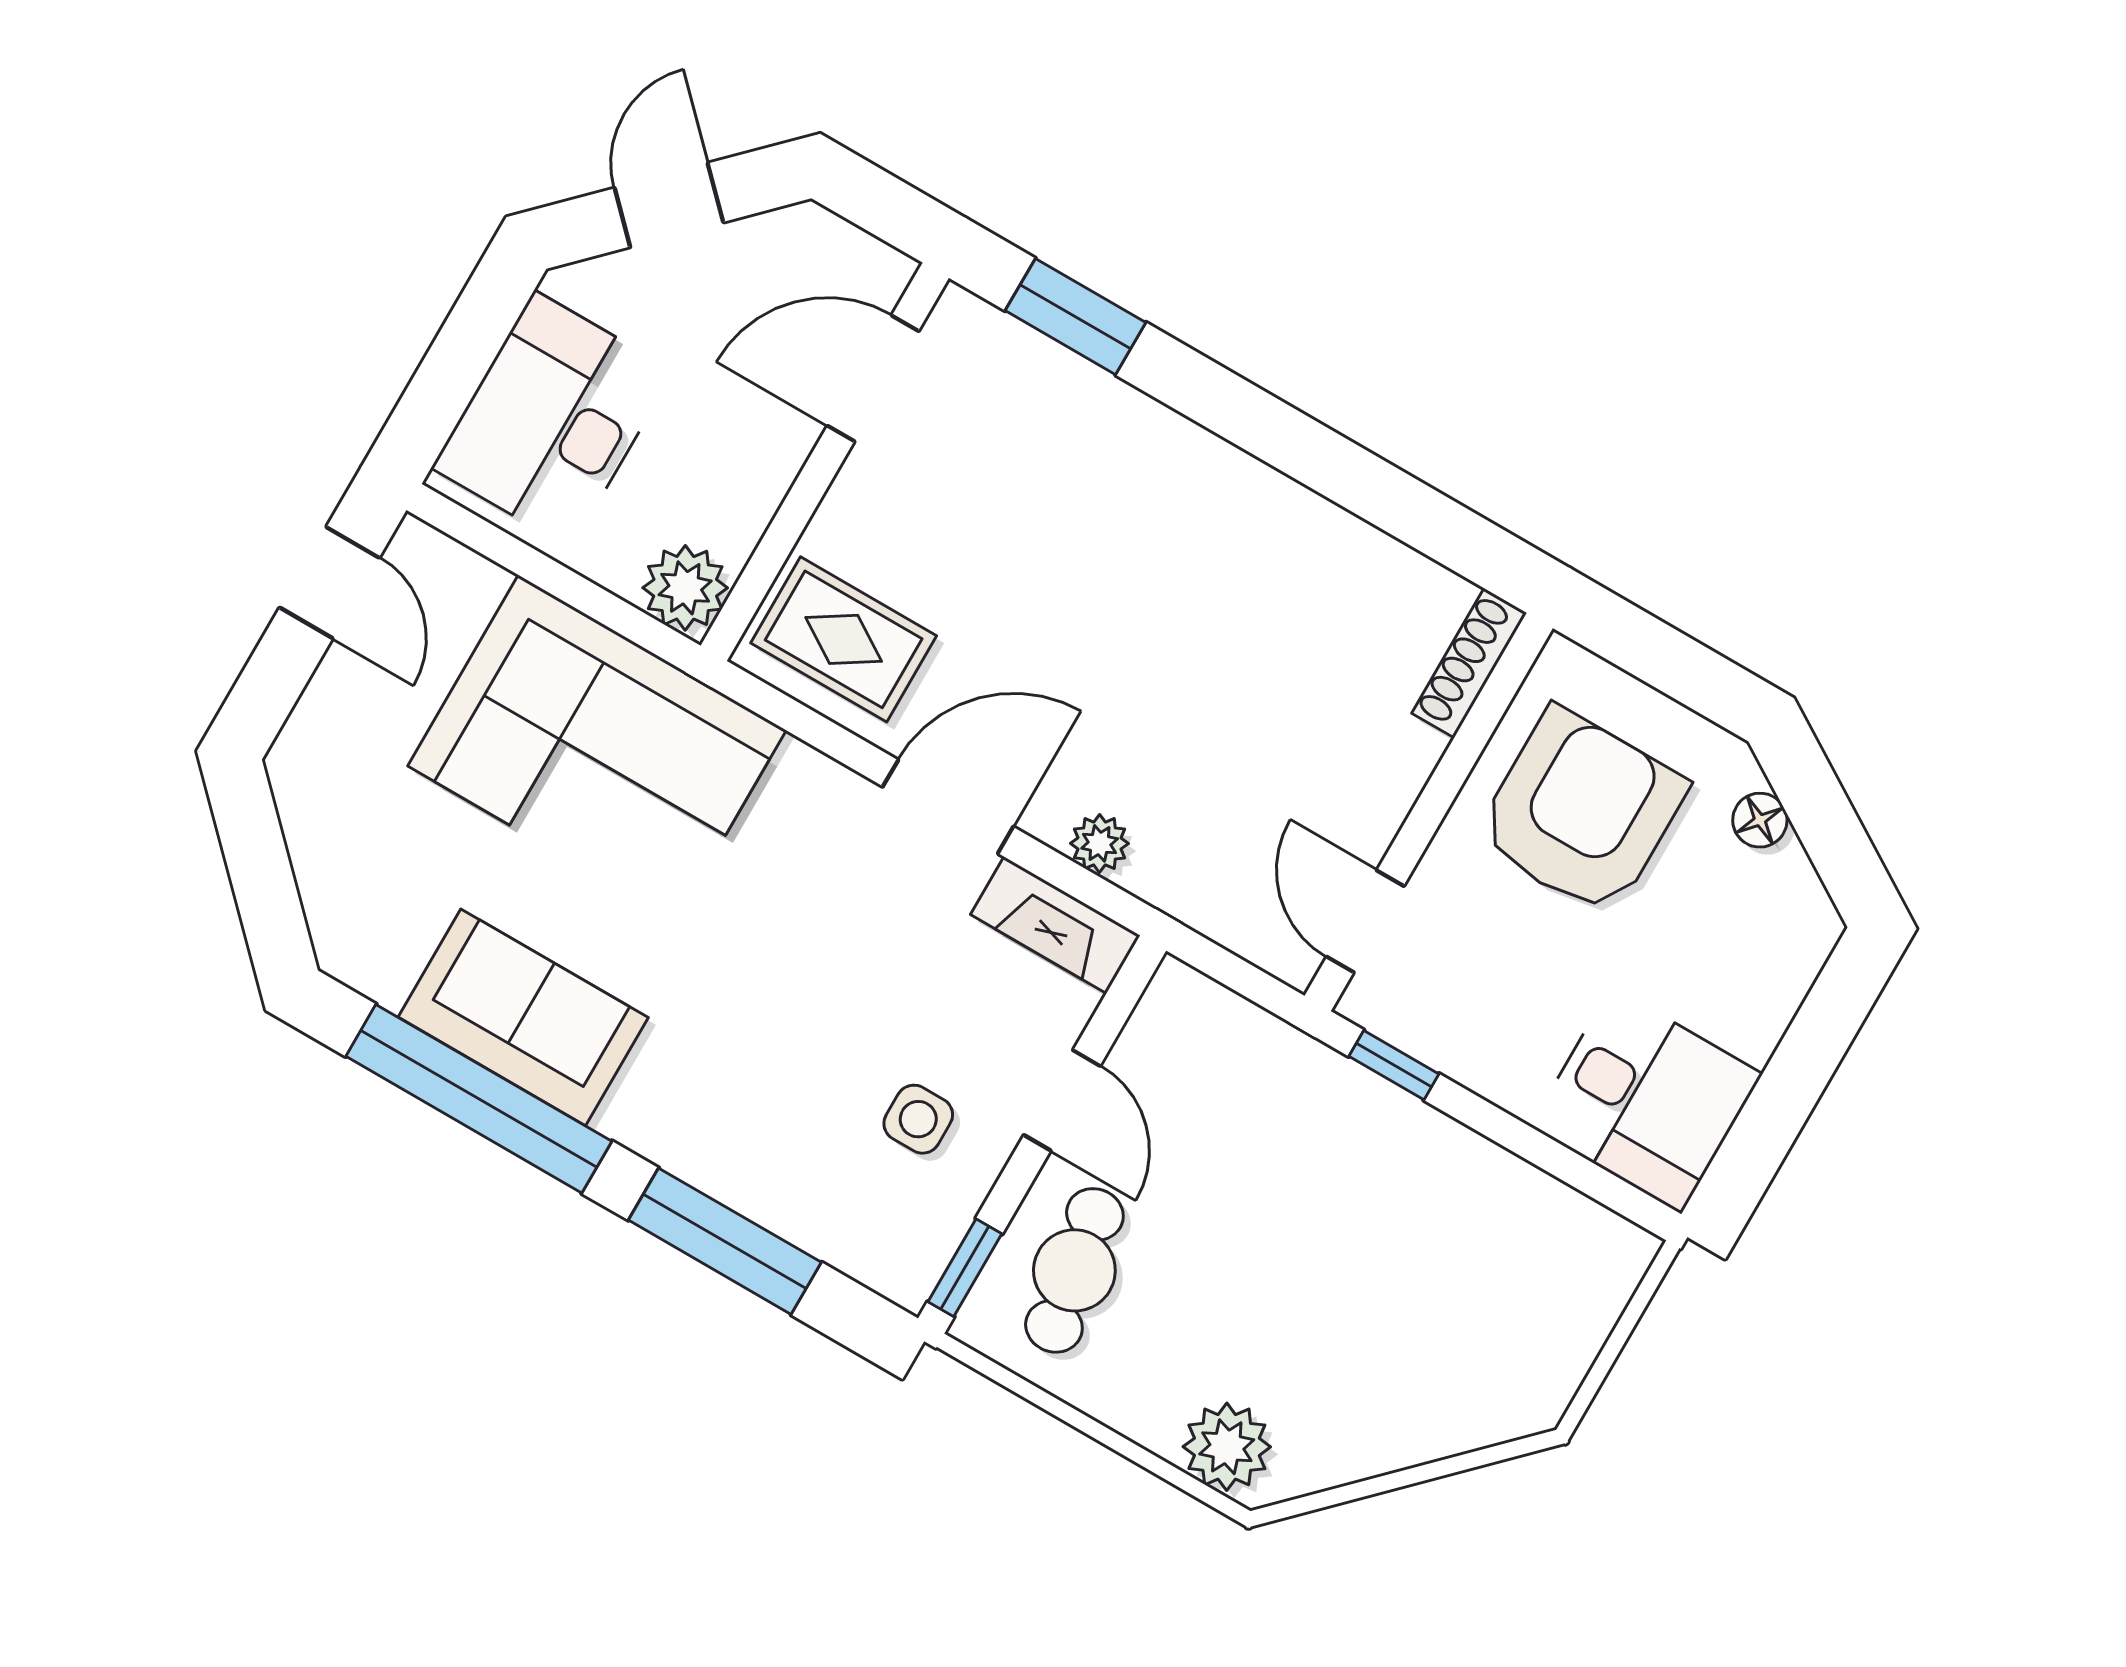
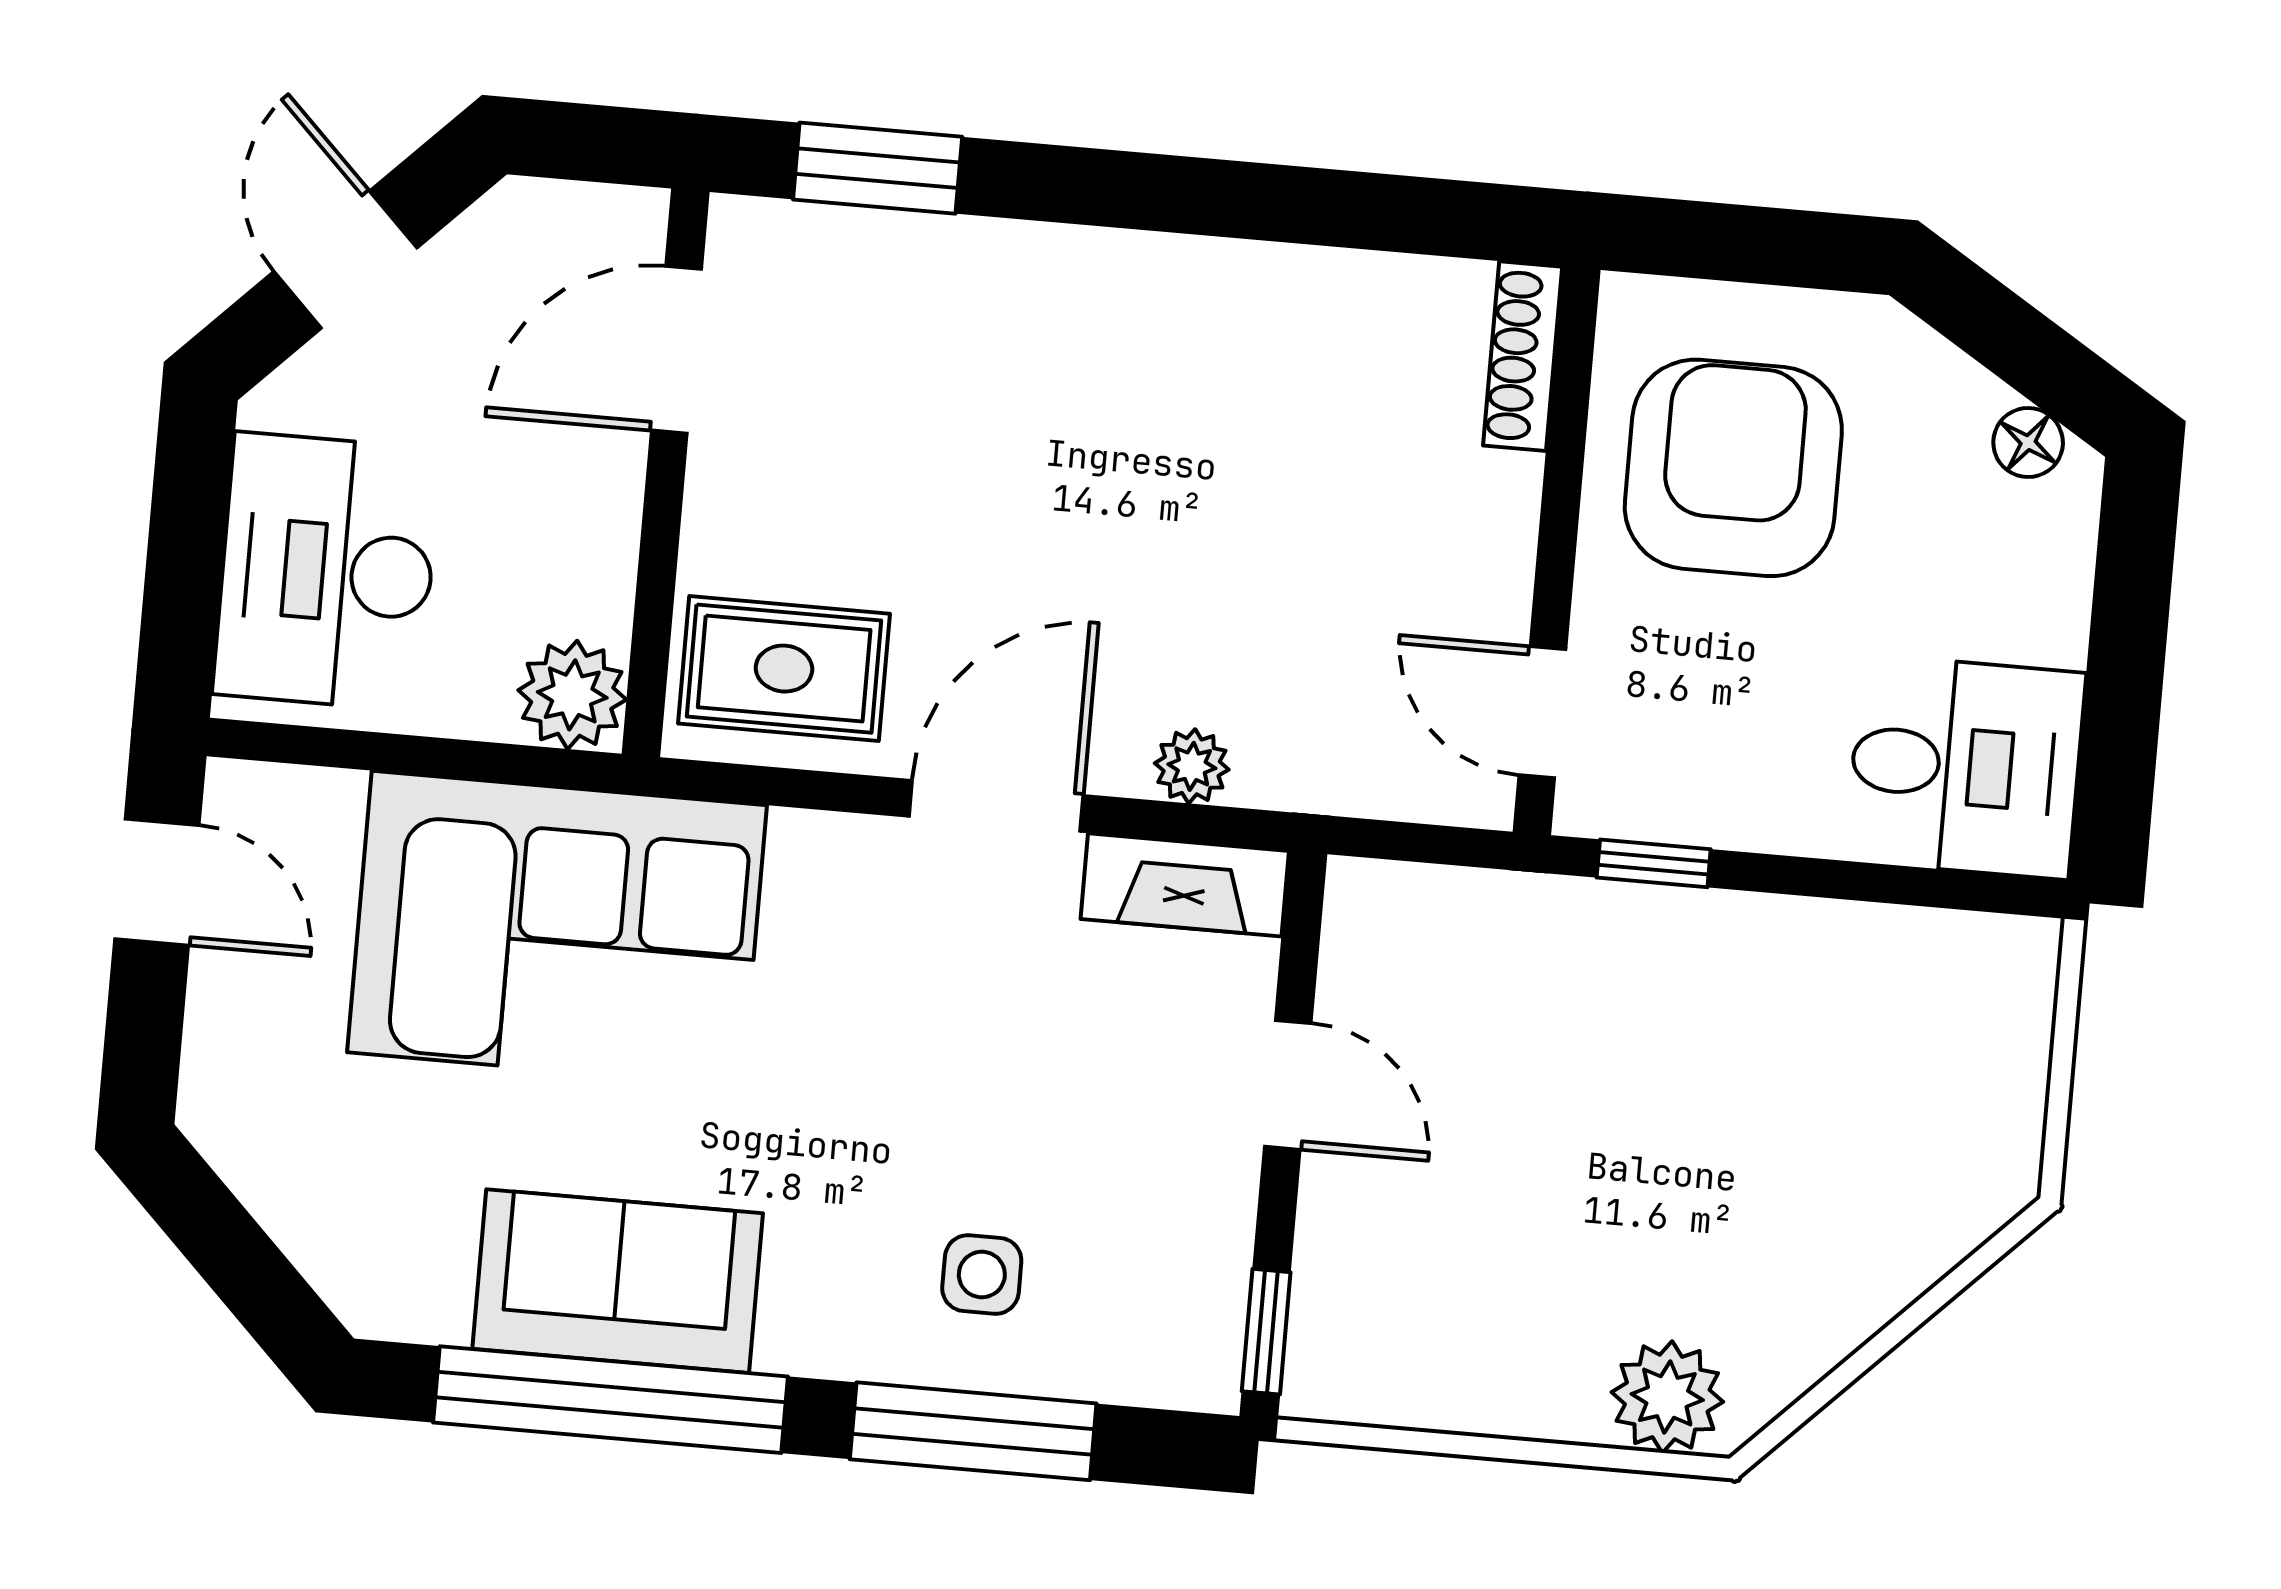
floor lamp: (1760, 820) -> (2028, 443), moved
side table: (918, 1119) -> (982, 1275), moved
cafe table: (1074, 1270) -> (1395, 1275), removed

